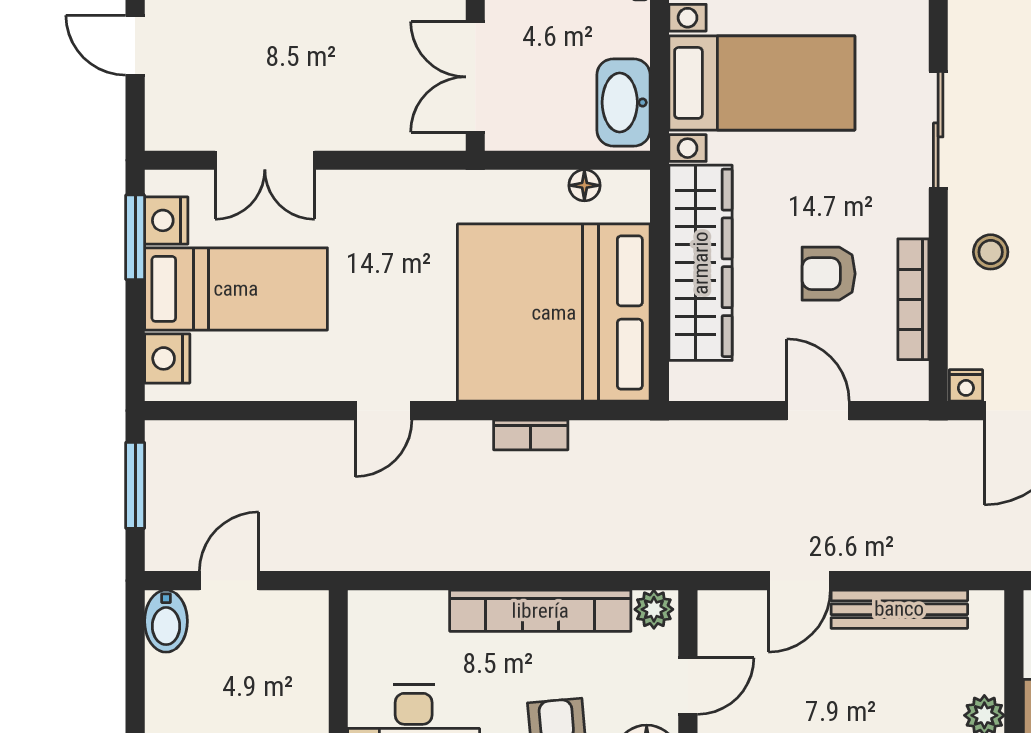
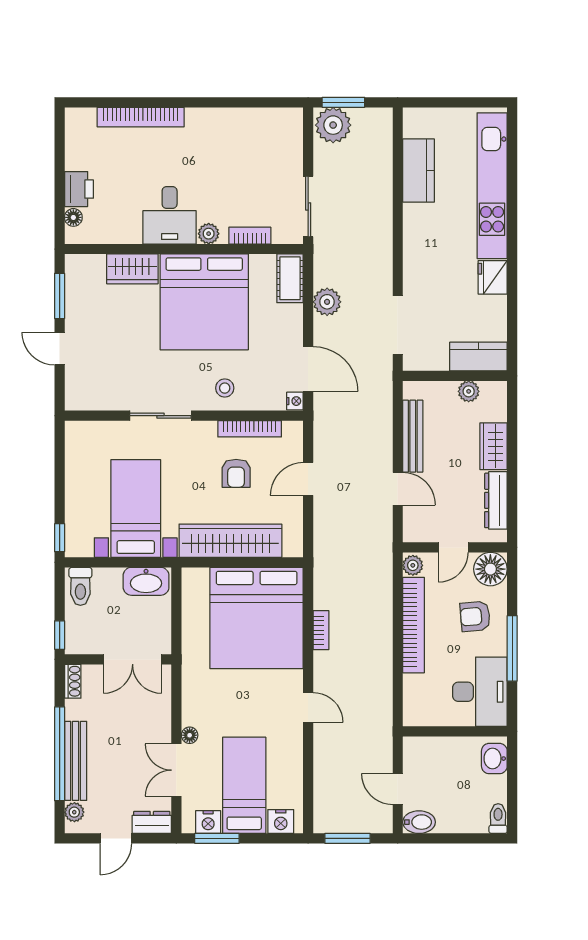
dresser: (166, 113) -> (152, 822), added
double door: (265, 160) -> (176, 770), swing flipped
floor lamp: (584, 185) -> (190, 735), moved
door: (688, 686) -> (453, 547), swing flipped

